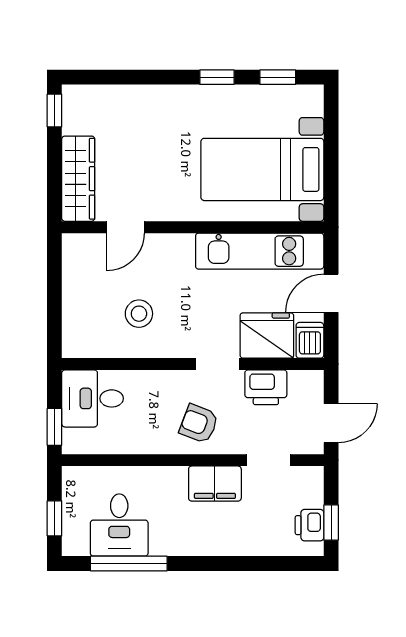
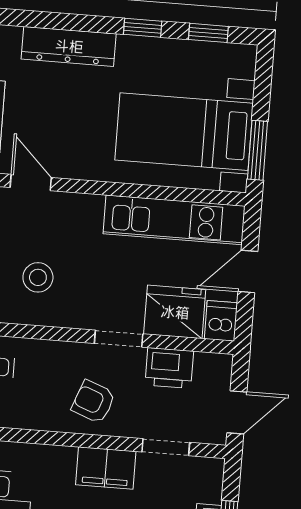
dresser: (150, 100) -> (69, 46), added
window: (331, 181) -> (257, 150), added
door: (126, 227) -> (31, 182), swing flipped

